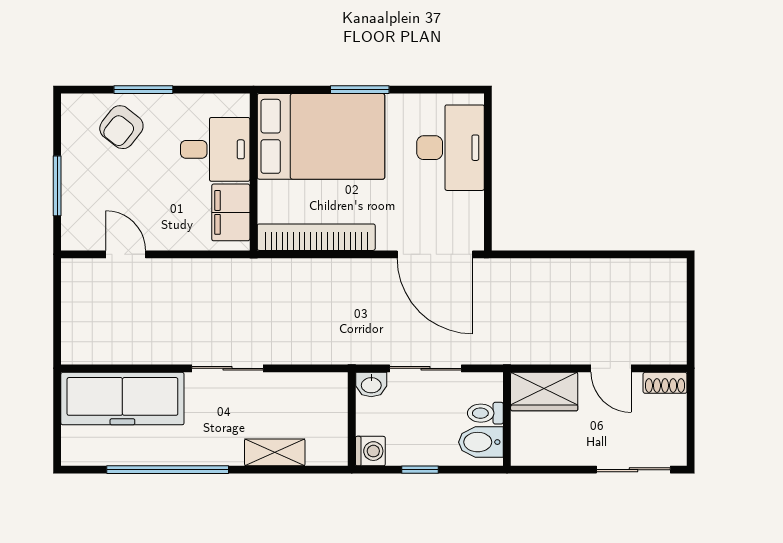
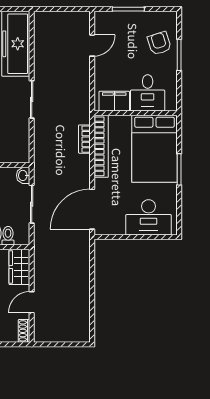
armchair: (121, 127) -> (159, 43), turned 34
bookcase: (303, 269) -> (84, 139), added

